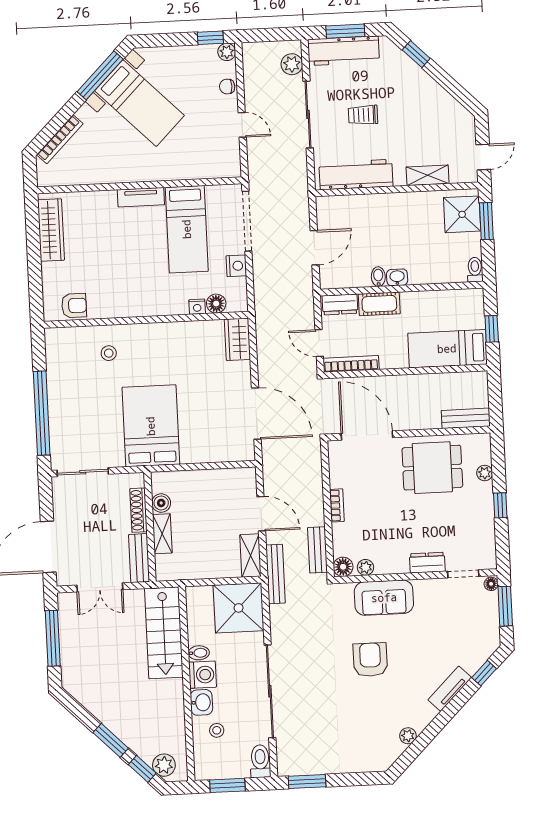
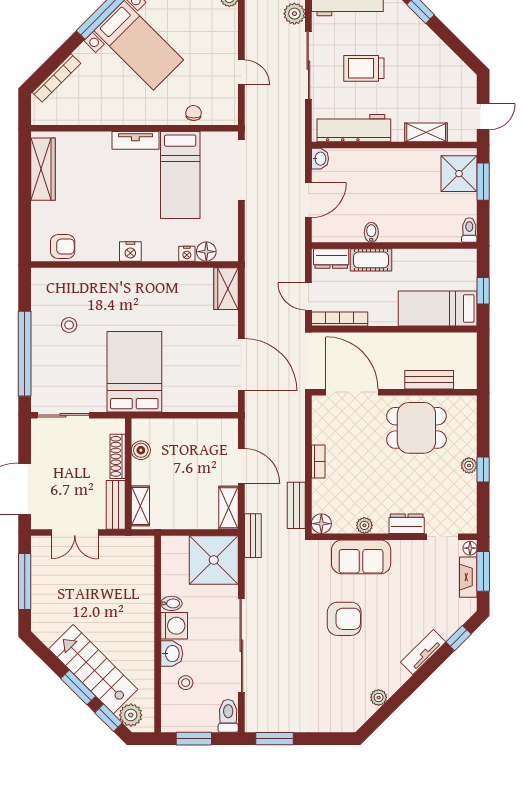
chair: (227, 87) -> (194, 113), moved, turned 92
trolley: (363, 115) -> (364, 68), width x1.36, depth x1.39
nightstand: (236, 266) -> (130, 251), moved, turned 90
washbasin: (397, 277) -> (320, 159), moved, turned 90
stool: (109, 353) -> (69, 325), moved
bench: (466, 418) -> (429, 380), moved
plant: (485, 473) -> (469, 465), moved
shelving: (162, 534) -> (140, 506), moved
plant: (365, 567) -> (364, 525), moved
bench: (276, 574) -> (253, 536), width x0.73
fireplace: (491, 612) -> (468, 577), added
stairs: (164, 633) -> (93, 669), moved, turned 135
armchair: (370, 660) -> (344, 619), turned 90

